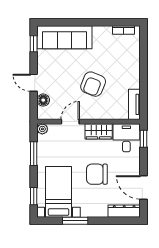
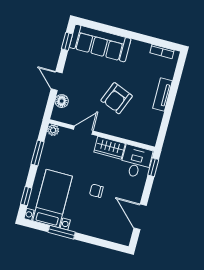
tv unit: (134, 104) -> (163, 94), moved
chair: (97, 174) -> (96, 191), width x0.54, depth x0.54
dresser: (124, 211) -> (114, 236), removed

